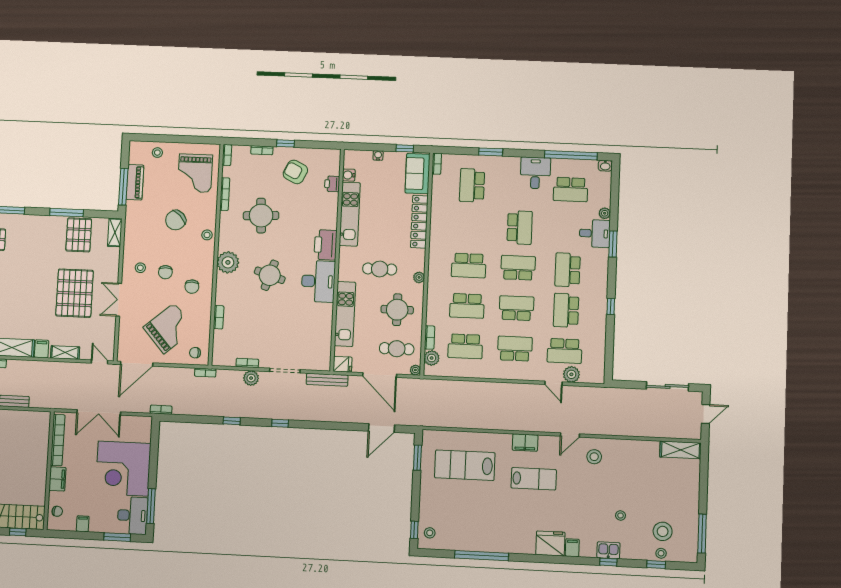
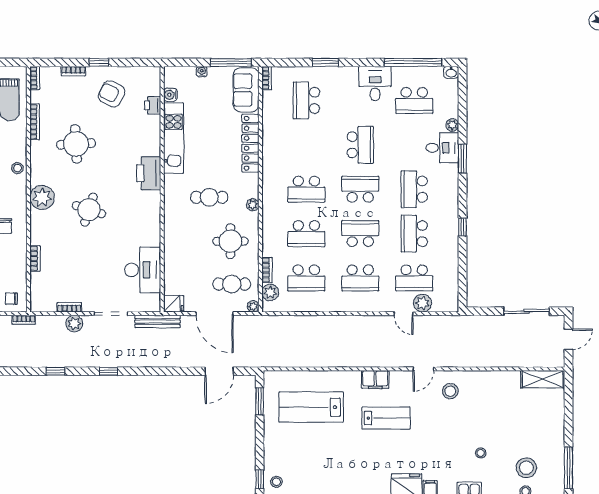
window: (405, 148) -> (231, 62), width x2.17
desk: (318, 281) -> (143, 270), moved
kitchen unit: (345, 314) -> (174, 249), removed
school desk: (515, 349) -> (360, 278), turned 180

